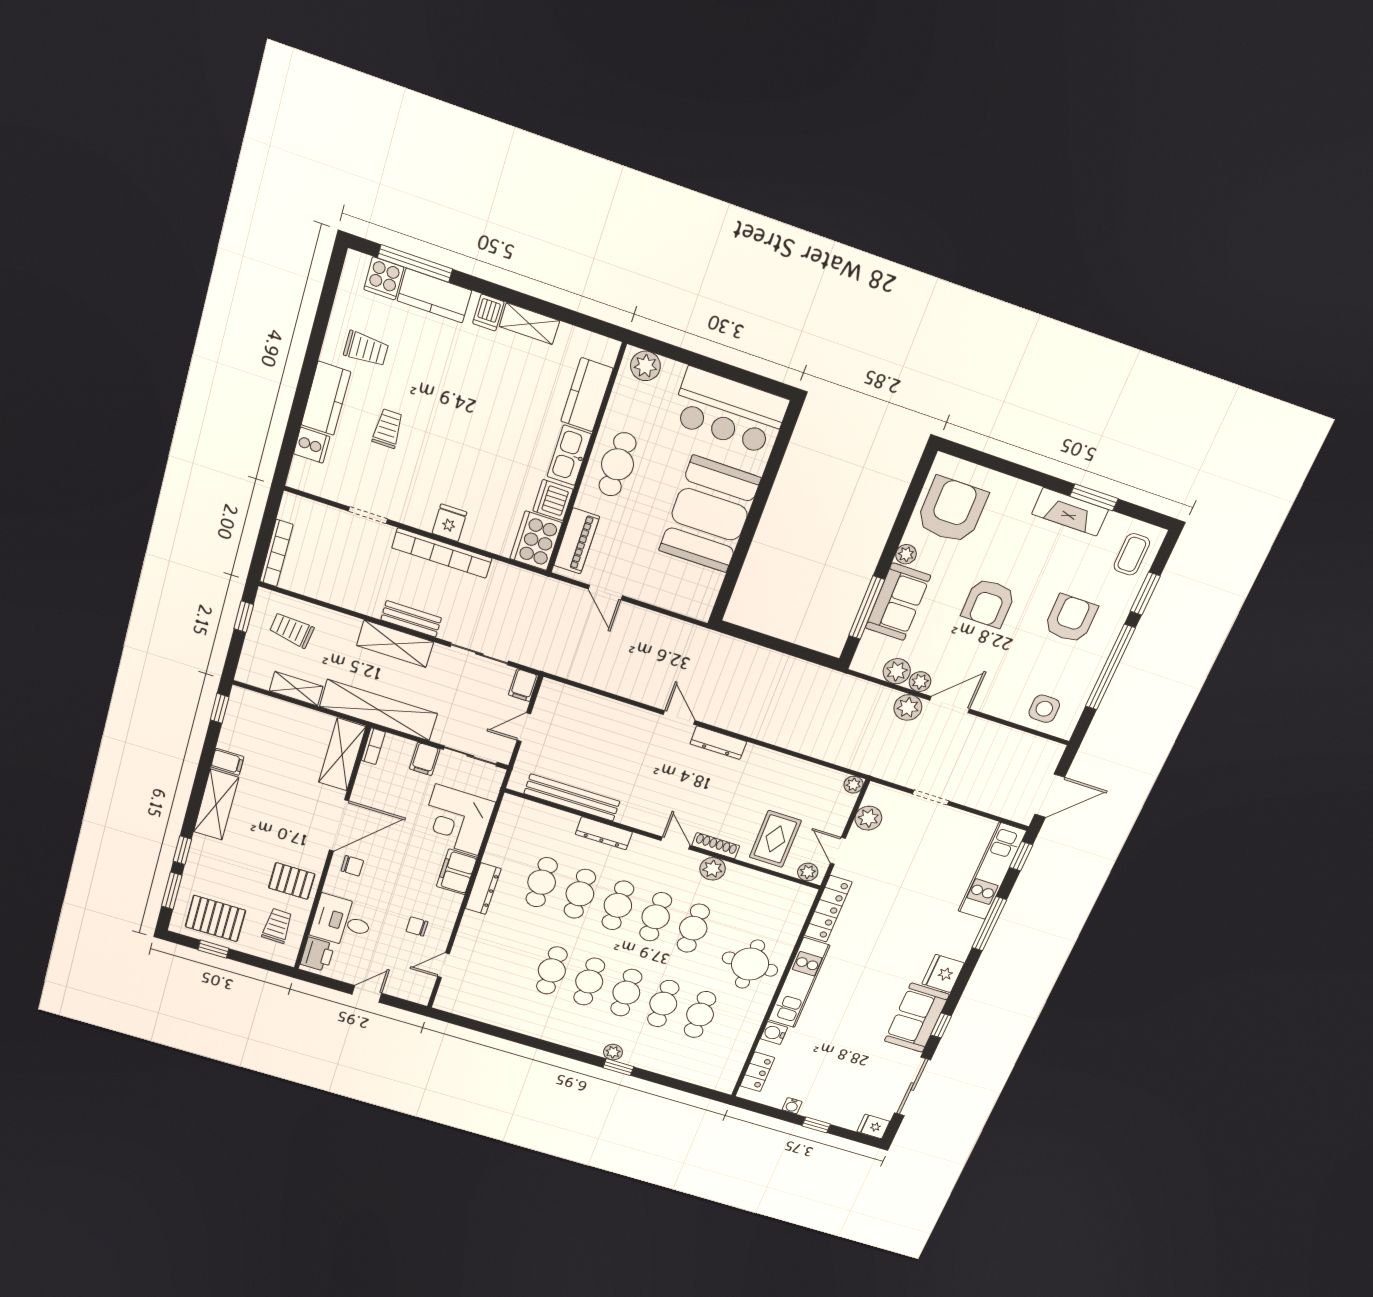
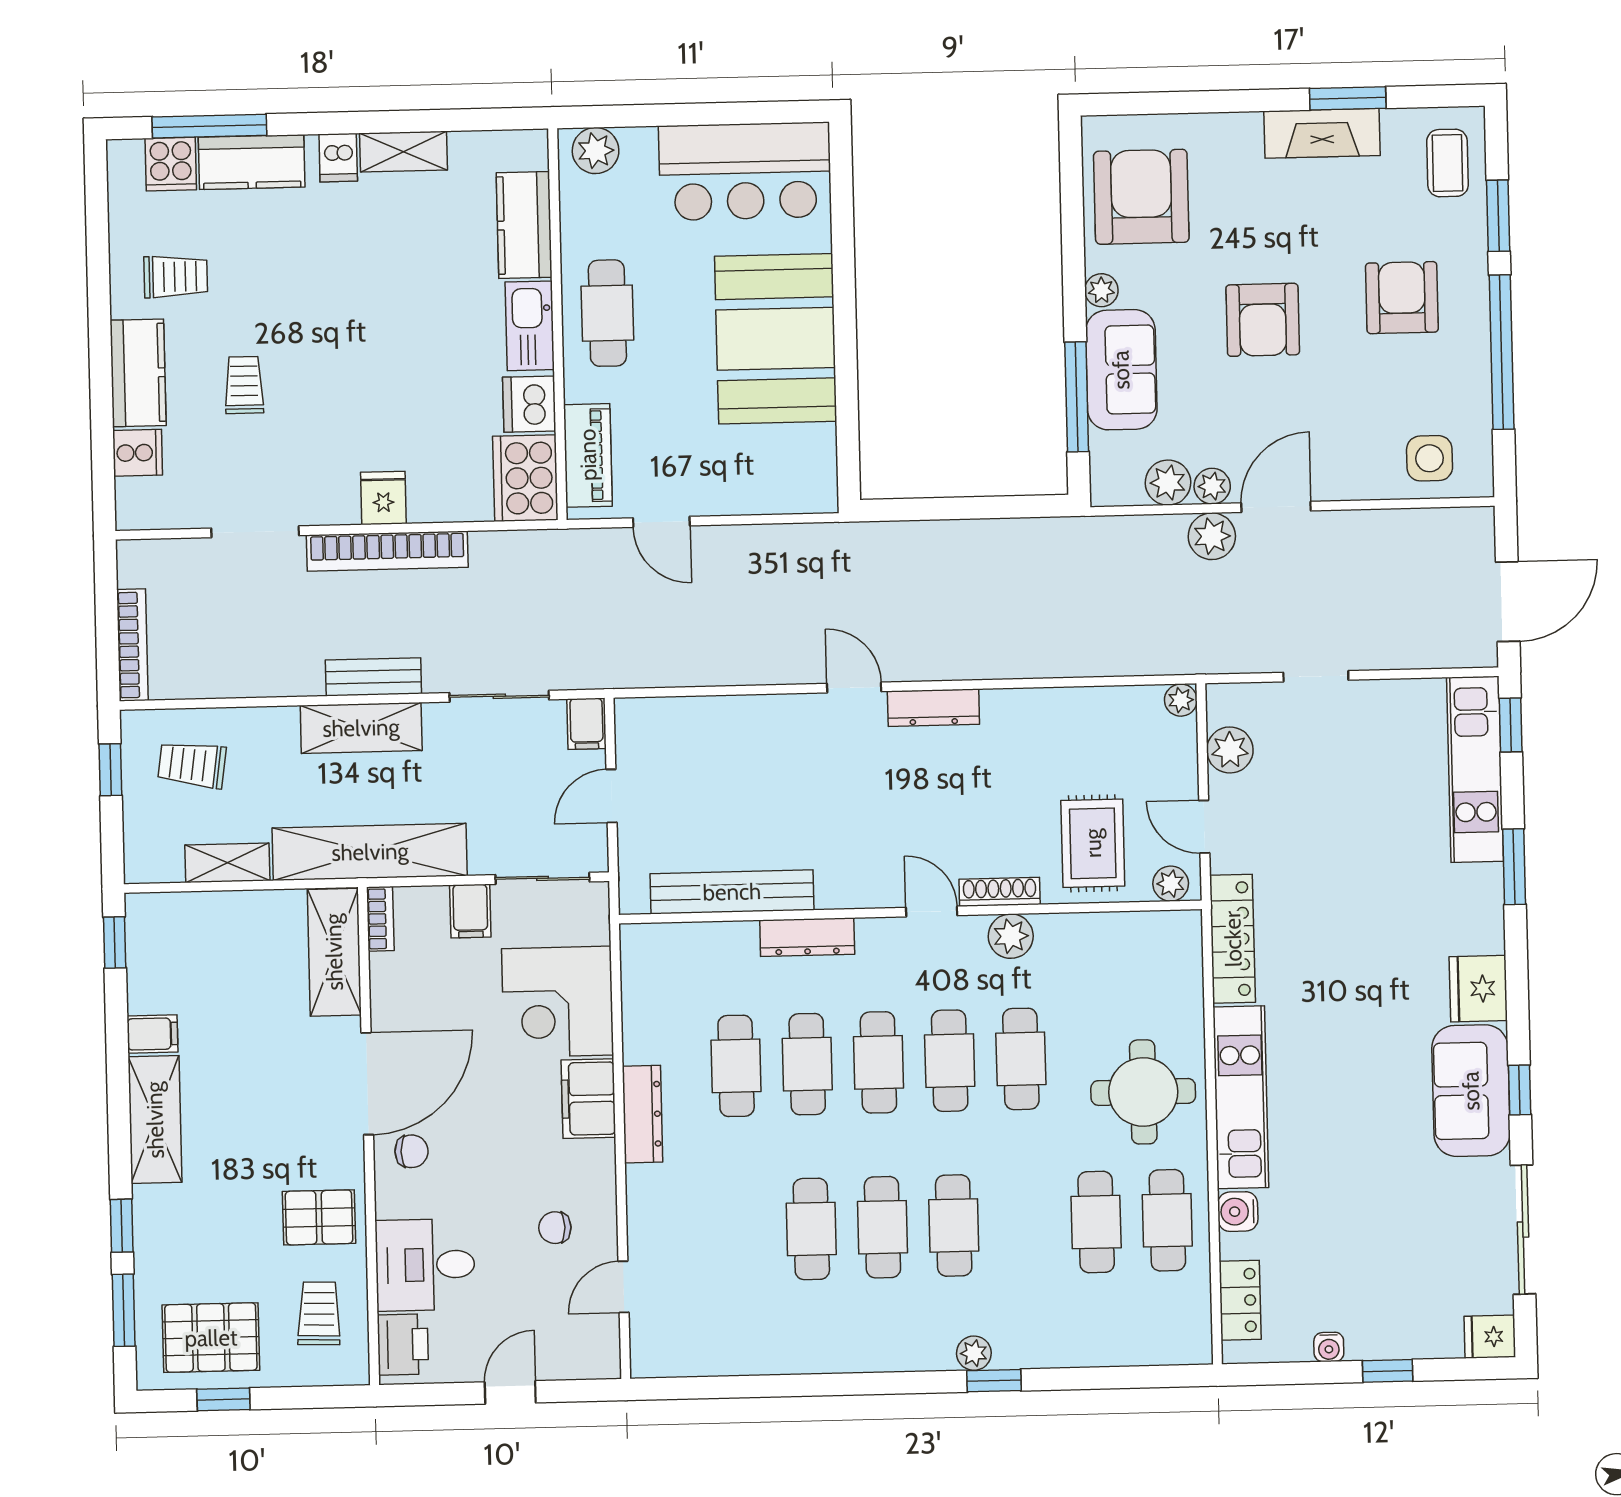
doorway: (368, 515) -> (255, 532), width x1.38
window: (989, 924) -> (1514, 867), width x0.69
cafe table: (663, 1004) -> (1167, 1220), moved

